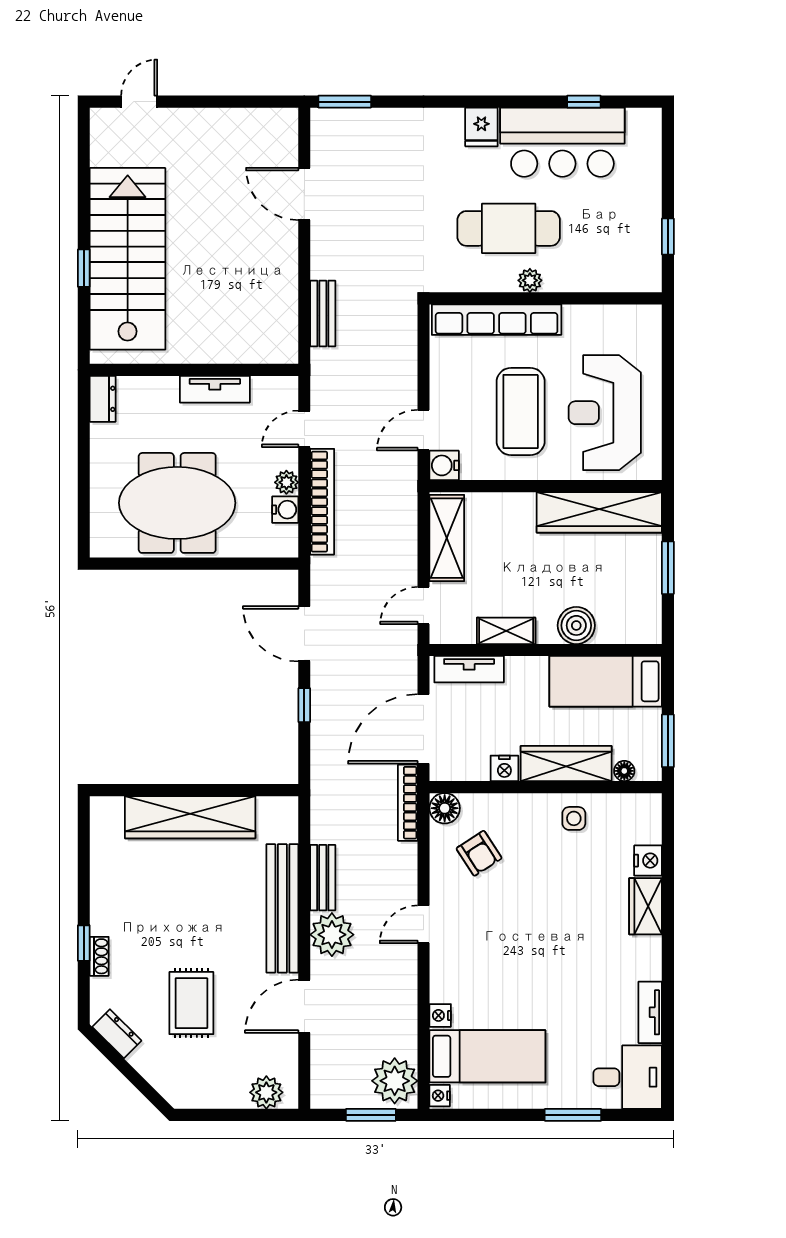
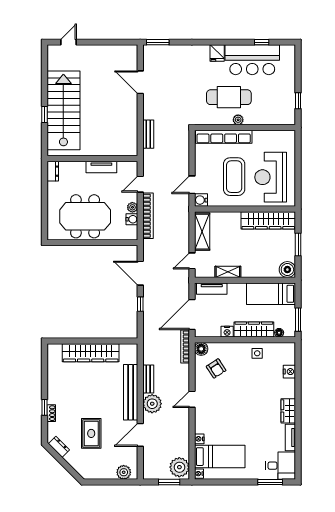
boiler: (576, 625) -> (287, 270), moved
wardrobe: (646, 906) -> (288, 411), moved
window: (573, 1115) -> (270, 482), moved

